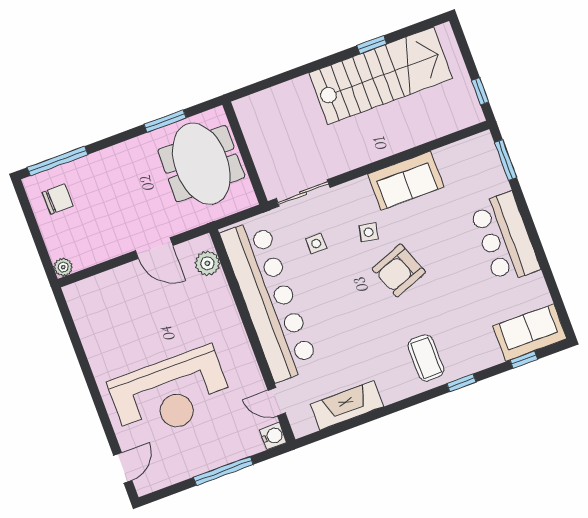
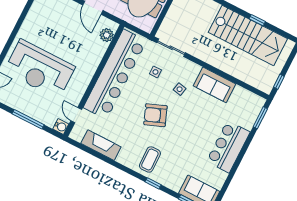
armchair: (399, 270) -> (155, 115), moved

